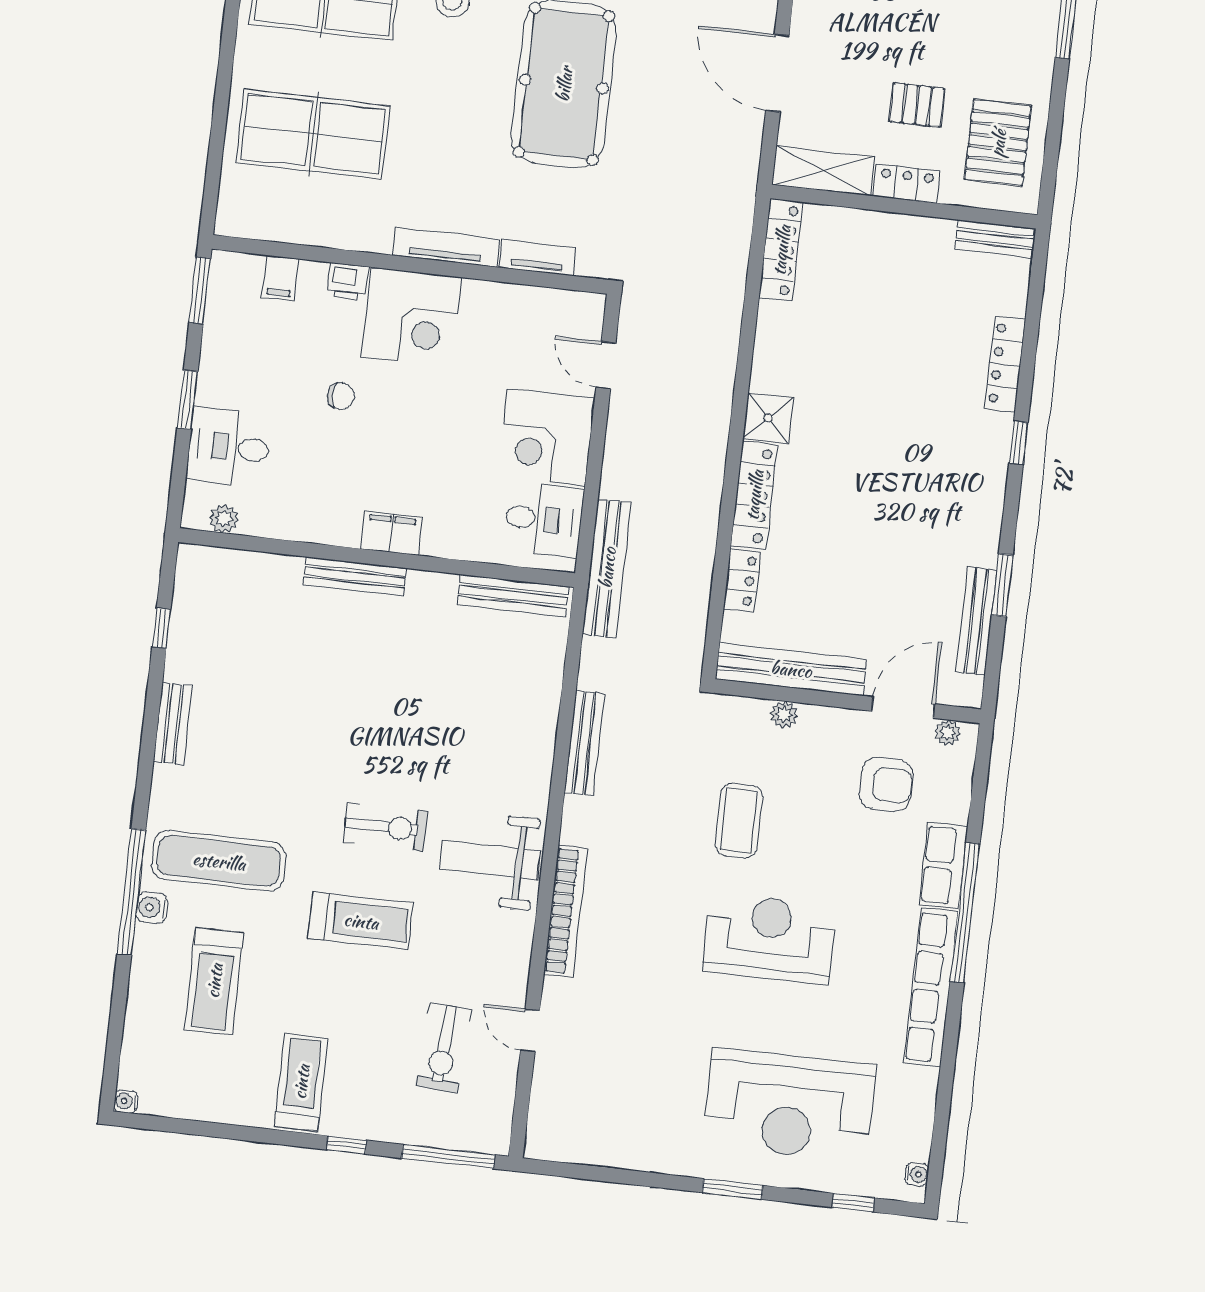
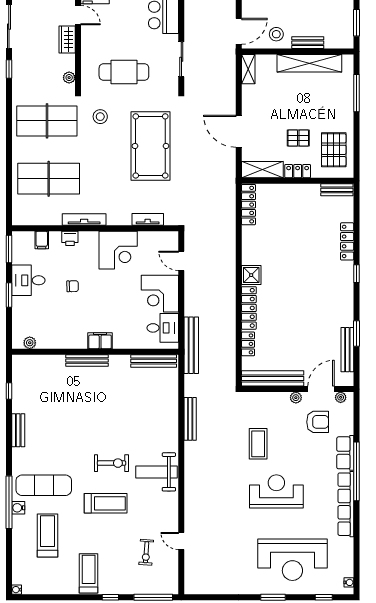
tv unit: (446, 247) -> (84, 219), moved
corner desk: (411, 317) -> (118, 250), moved
desk: (229, 447) -> (28, 280), moved
plant: (784, 715) -> (296, 398), moved
bookcase: (565, 911) -> (190, 490), removed
treadmill: (214, 981) -> (47, 535), turned 180
exercise bike: (444, 1048) -> (146, 552), width x0.73, depth x0.72

